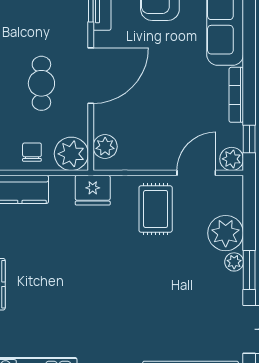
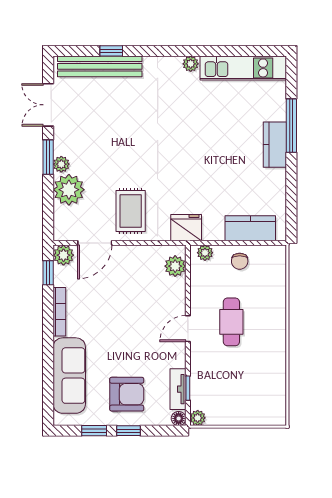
door: (91, 76) -> (188, 329), width x0.53
plant: (71, 154) -> (205, 253), width x0.53, depth x0.53

